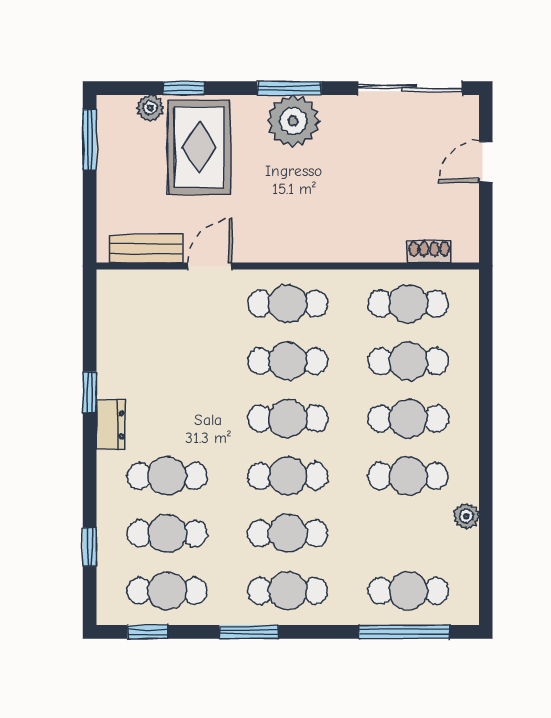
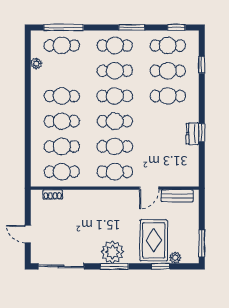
door: (486, 162) -> (28, 234), swing flipped
dresser: (111, 425) -> (193, 134), moved
plant: (466, 516) -> (36, 64), moved

